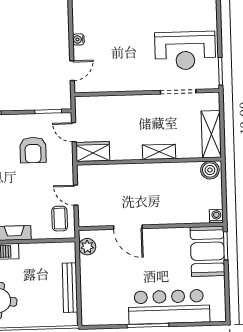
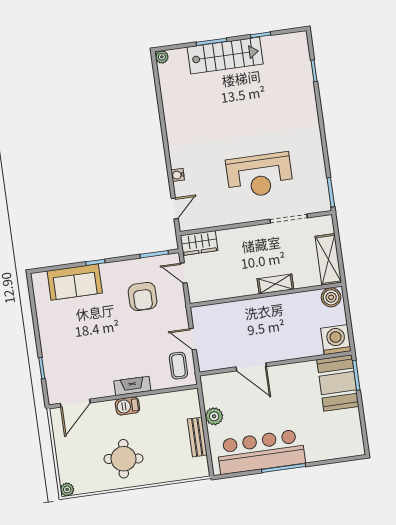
reception desk: (185, 51) -> (259, 175), moved
wardrobe: (93, 152) -> (199, 243), moved, turned 180
washing machine: (216, 216) -> (336, 340), width x1.89, depth x1.89
plant: (87, 247) -> (214, 416), moved
bench: (70, 288) -> (197, 437), width x0.73
bar counter: (169, 307) -> (261, 452), moved

